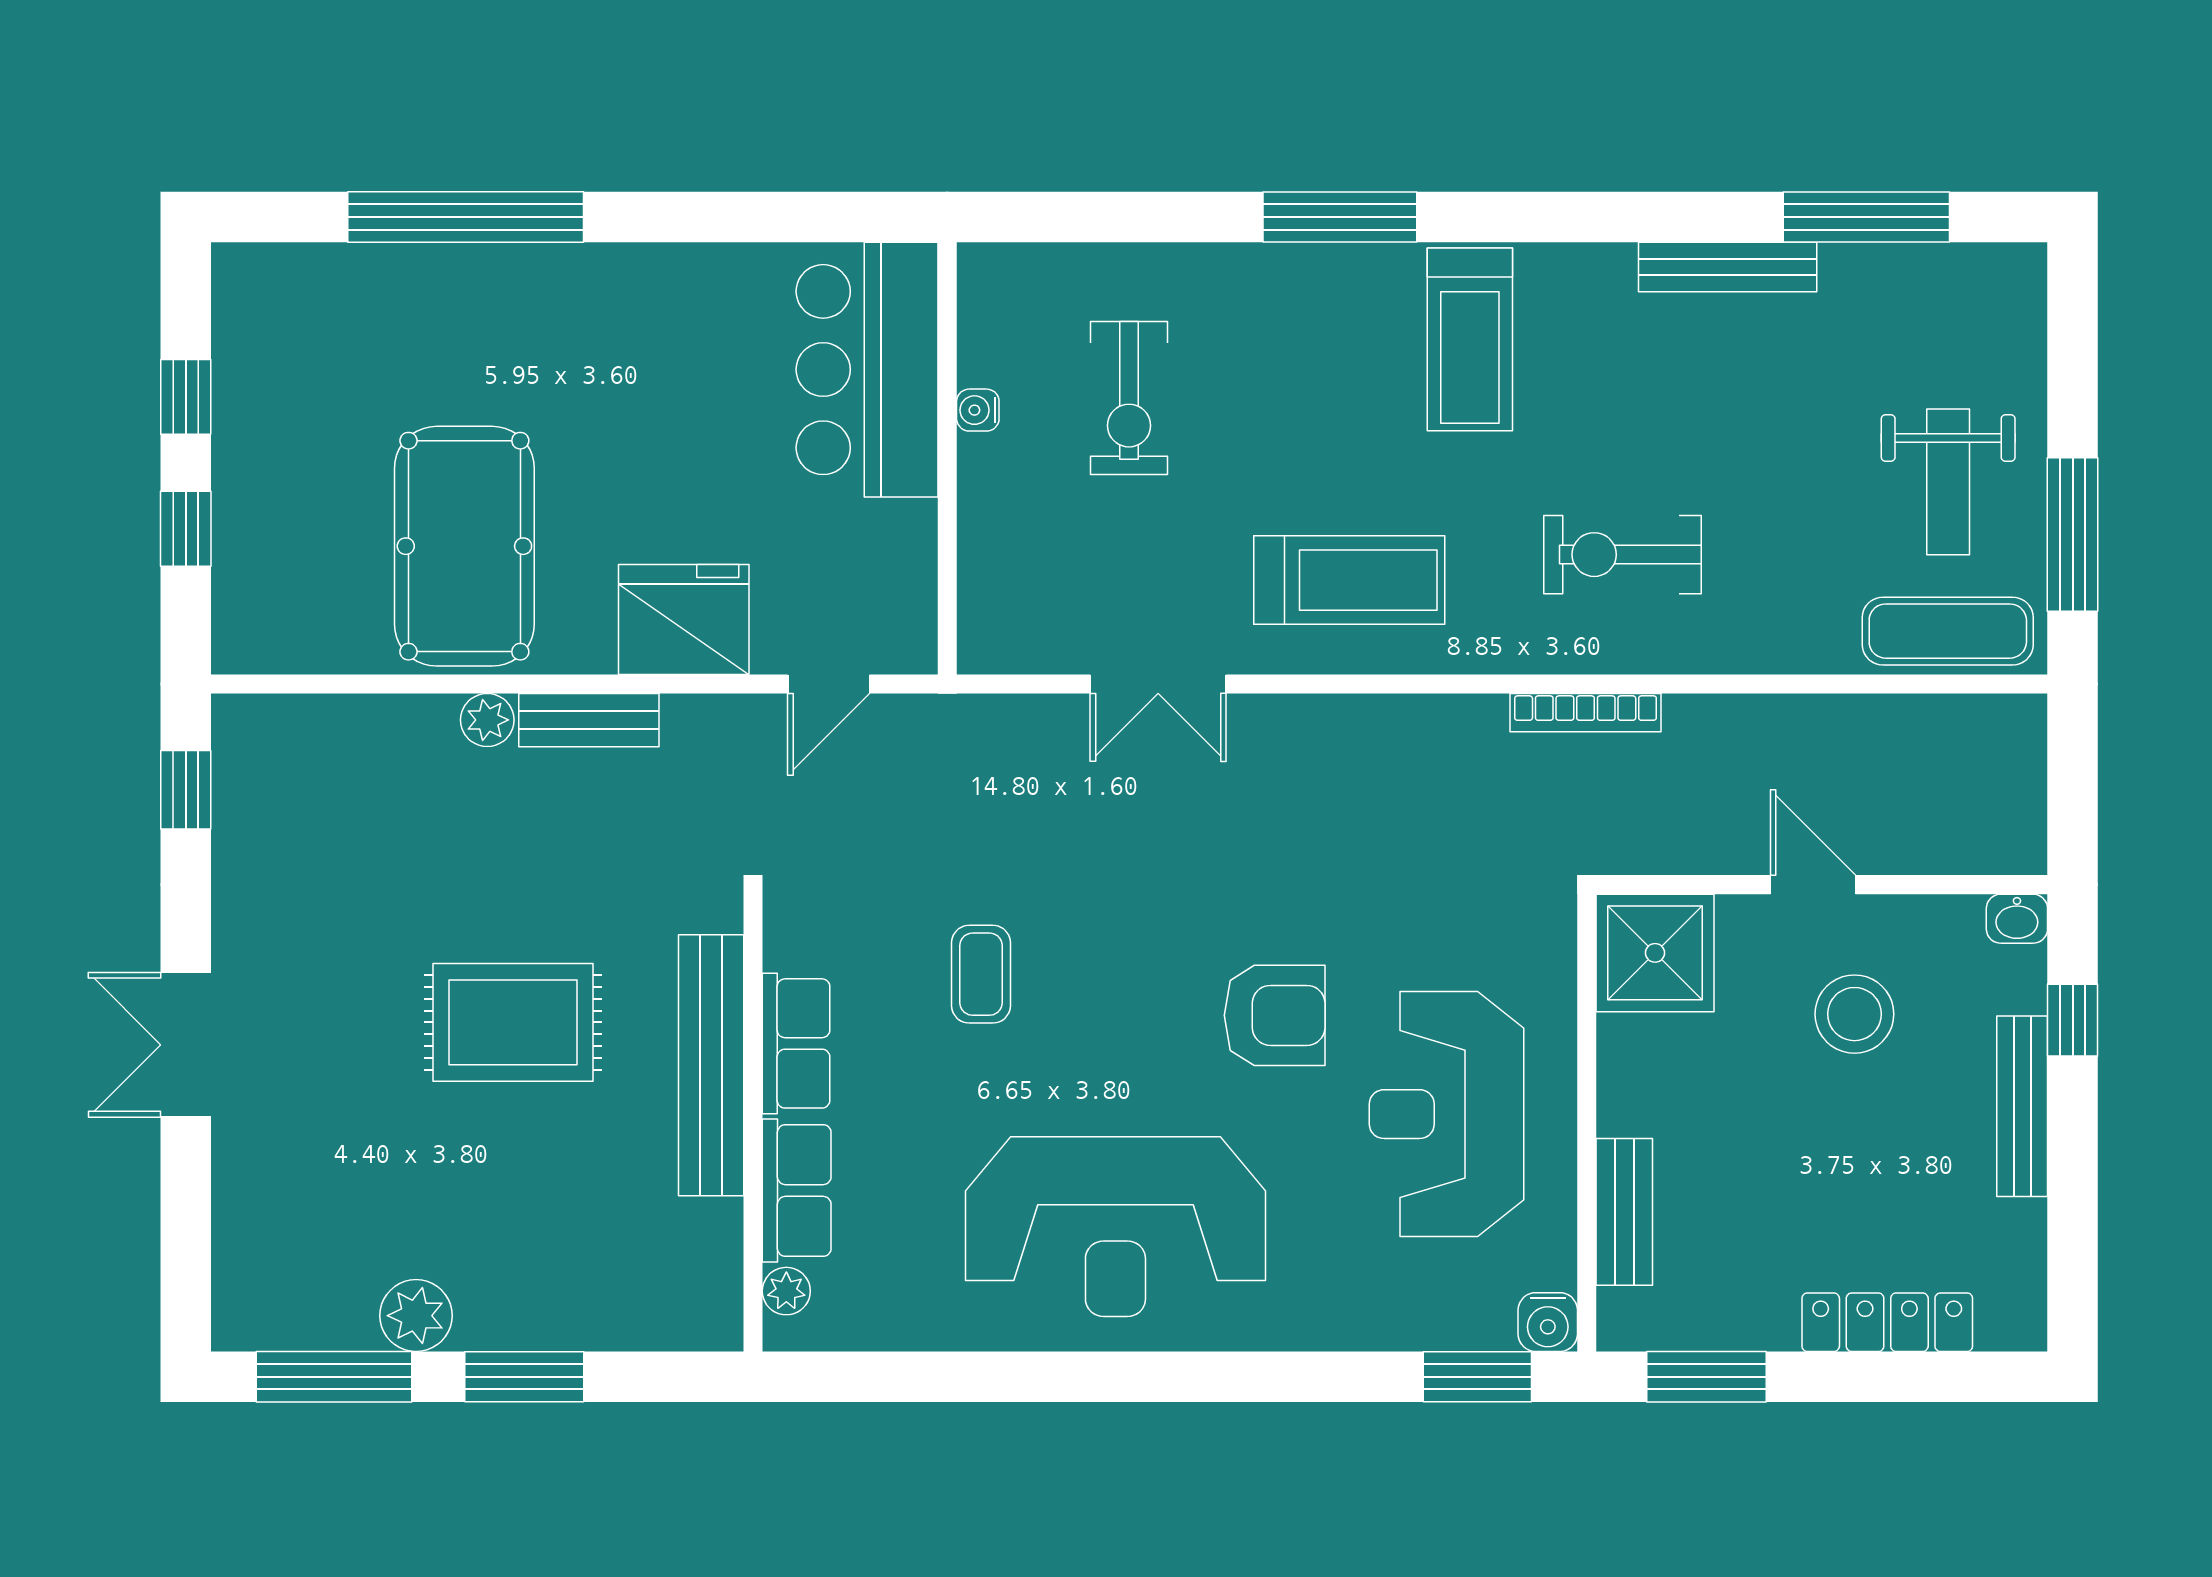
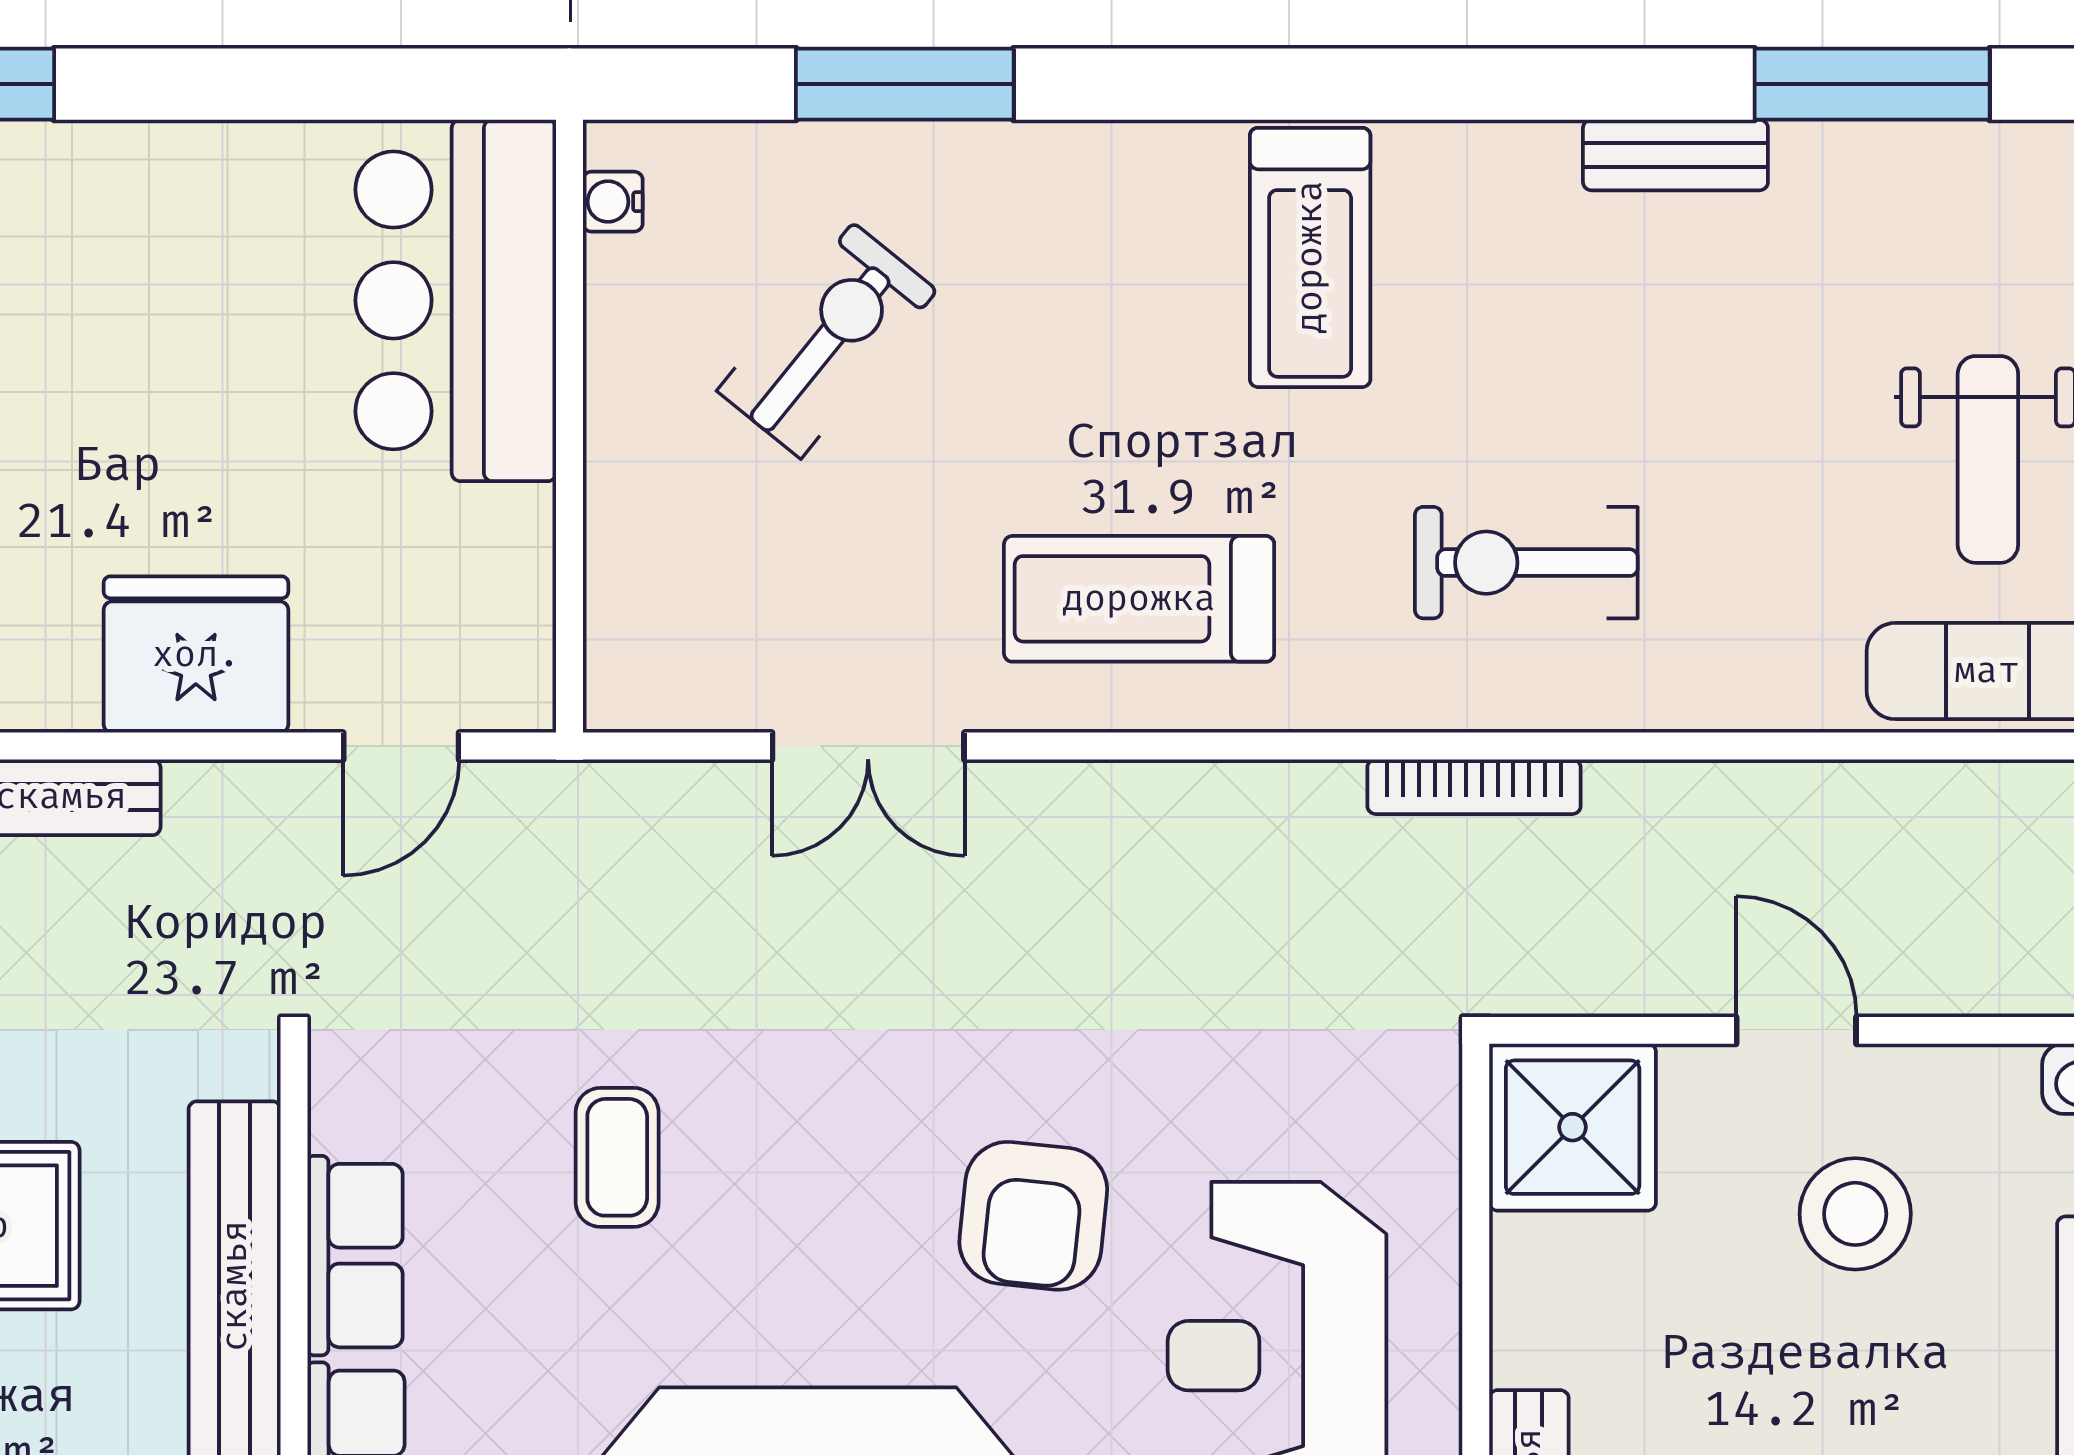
window: (1340, 217) -> (905, 84), moved
bench: (1728, 267) -> (1675, 155), width x0.73
exercise bike: (1129, 398) -> (827, 341), turned -141
water cooler: (978, 410) -> (613, 202), moved
treadmill: (1349, 580) -> (1139, 599), turned 180
armchair: (1275, 1015) -> (1033, 1216), turned 96

